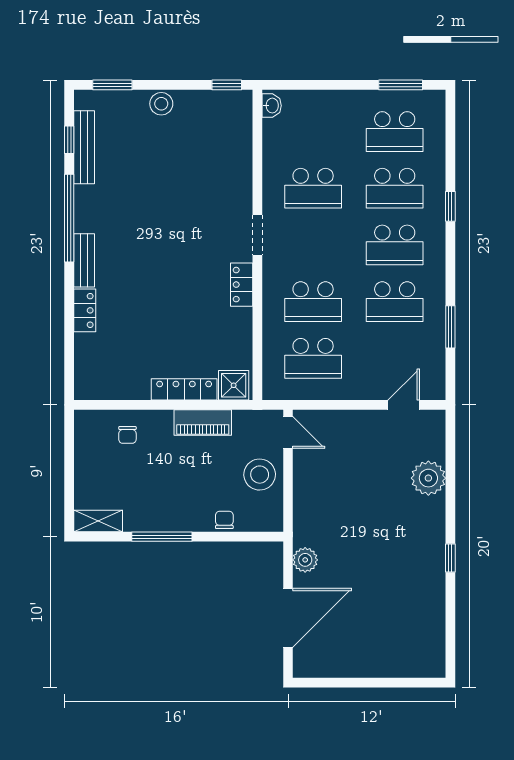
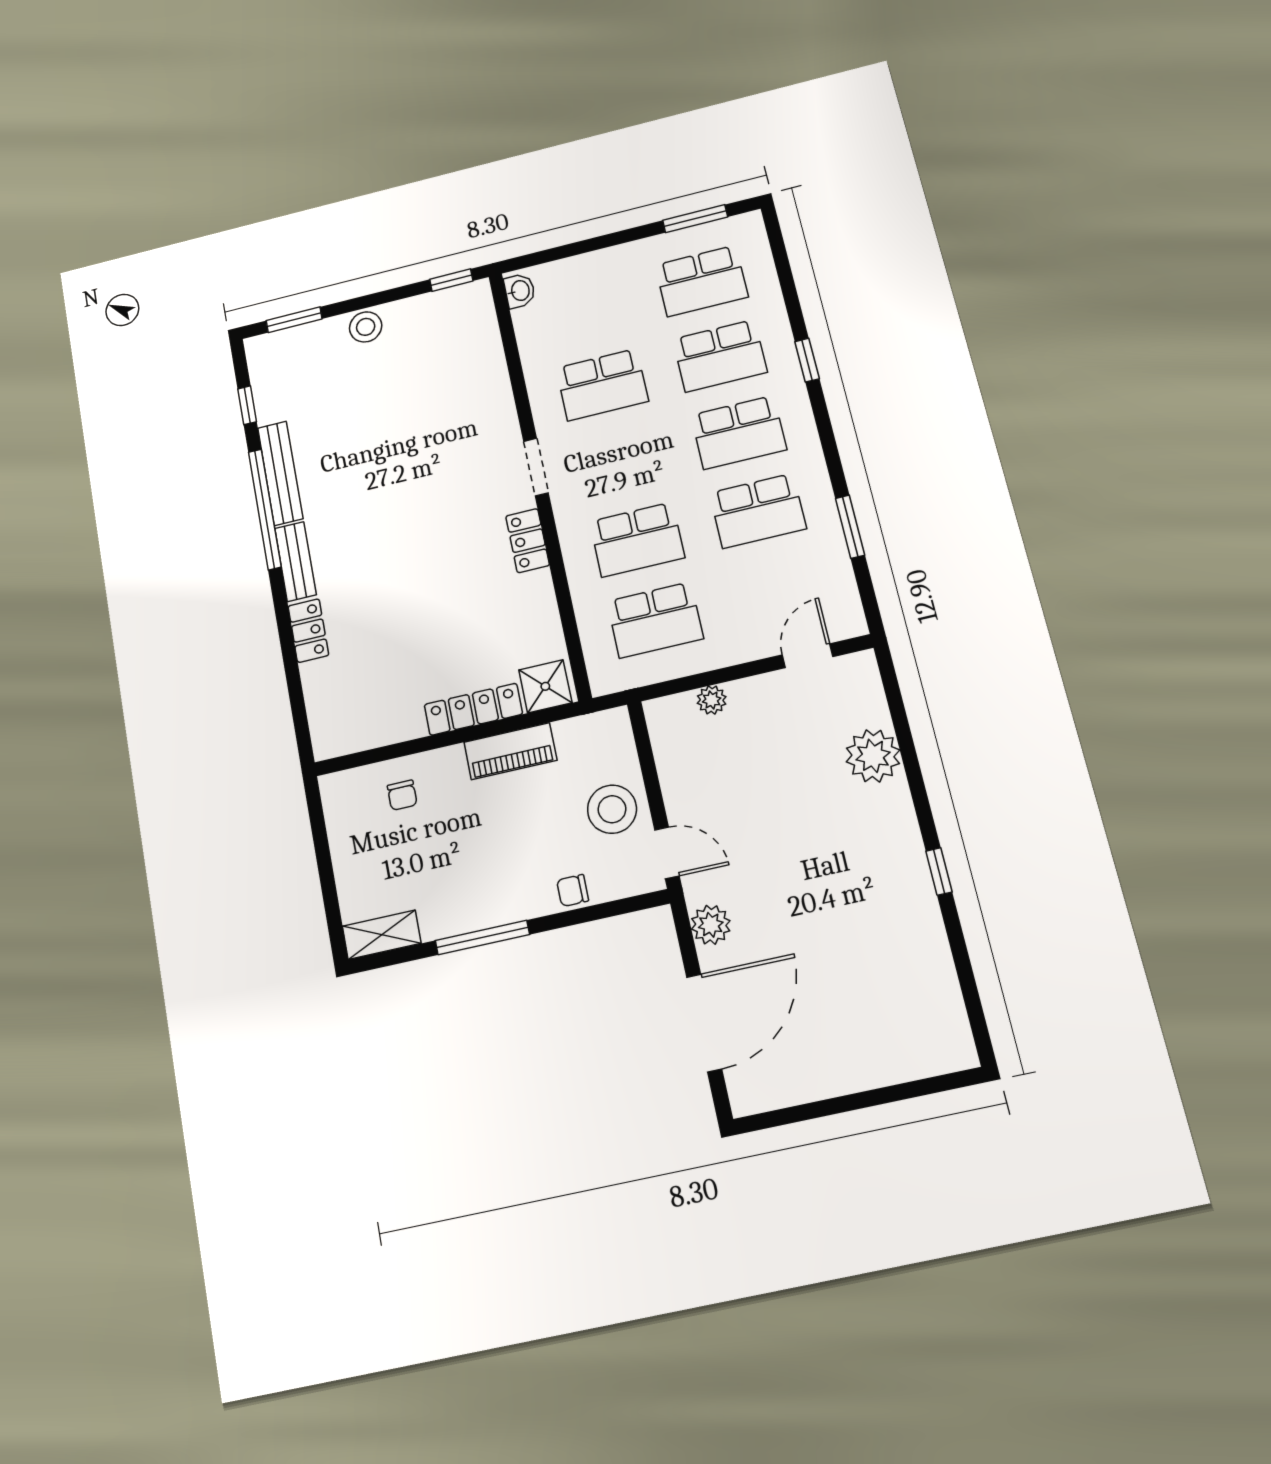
bench: (84, 147) -> (280, 473), moved
plant: (337, 419) -> (712, 700), added
door: (288, 432) -> (667, 853), moved
chair: (224, 520) -> (573, 890), turned -90

